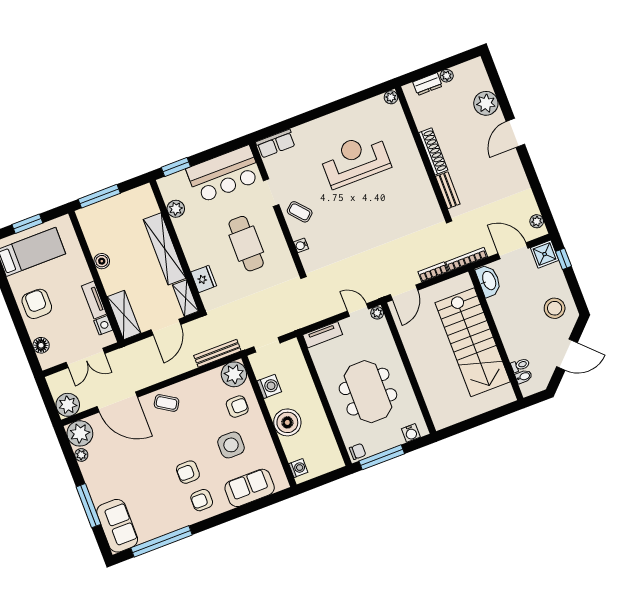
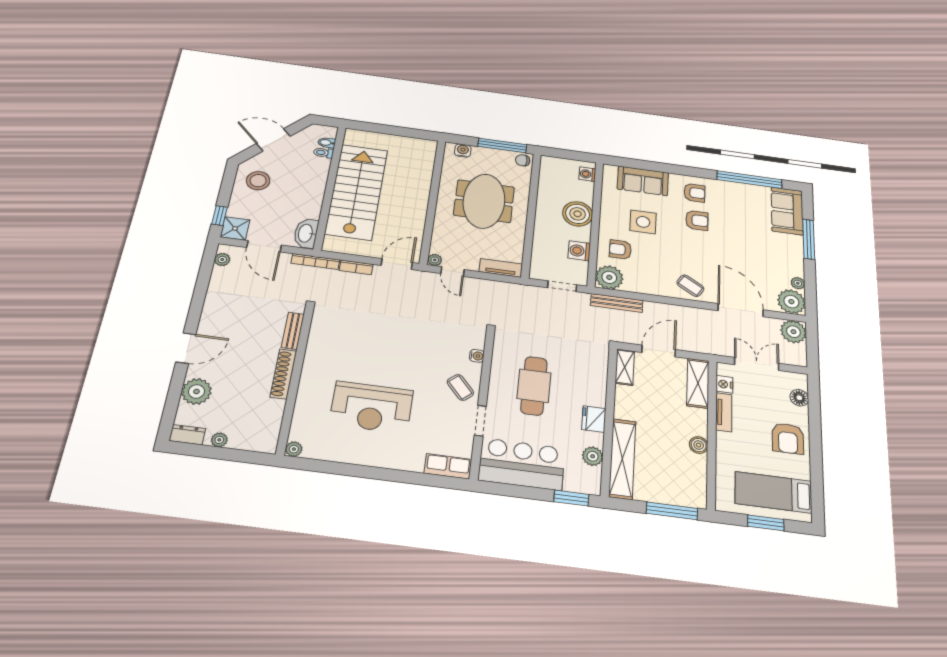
dresser: (428, 84) -> (187, 435), moved
shelving: (165, 249) -> (622, 459), moved
fridge: (204, 279) -> (594, 419), moved

